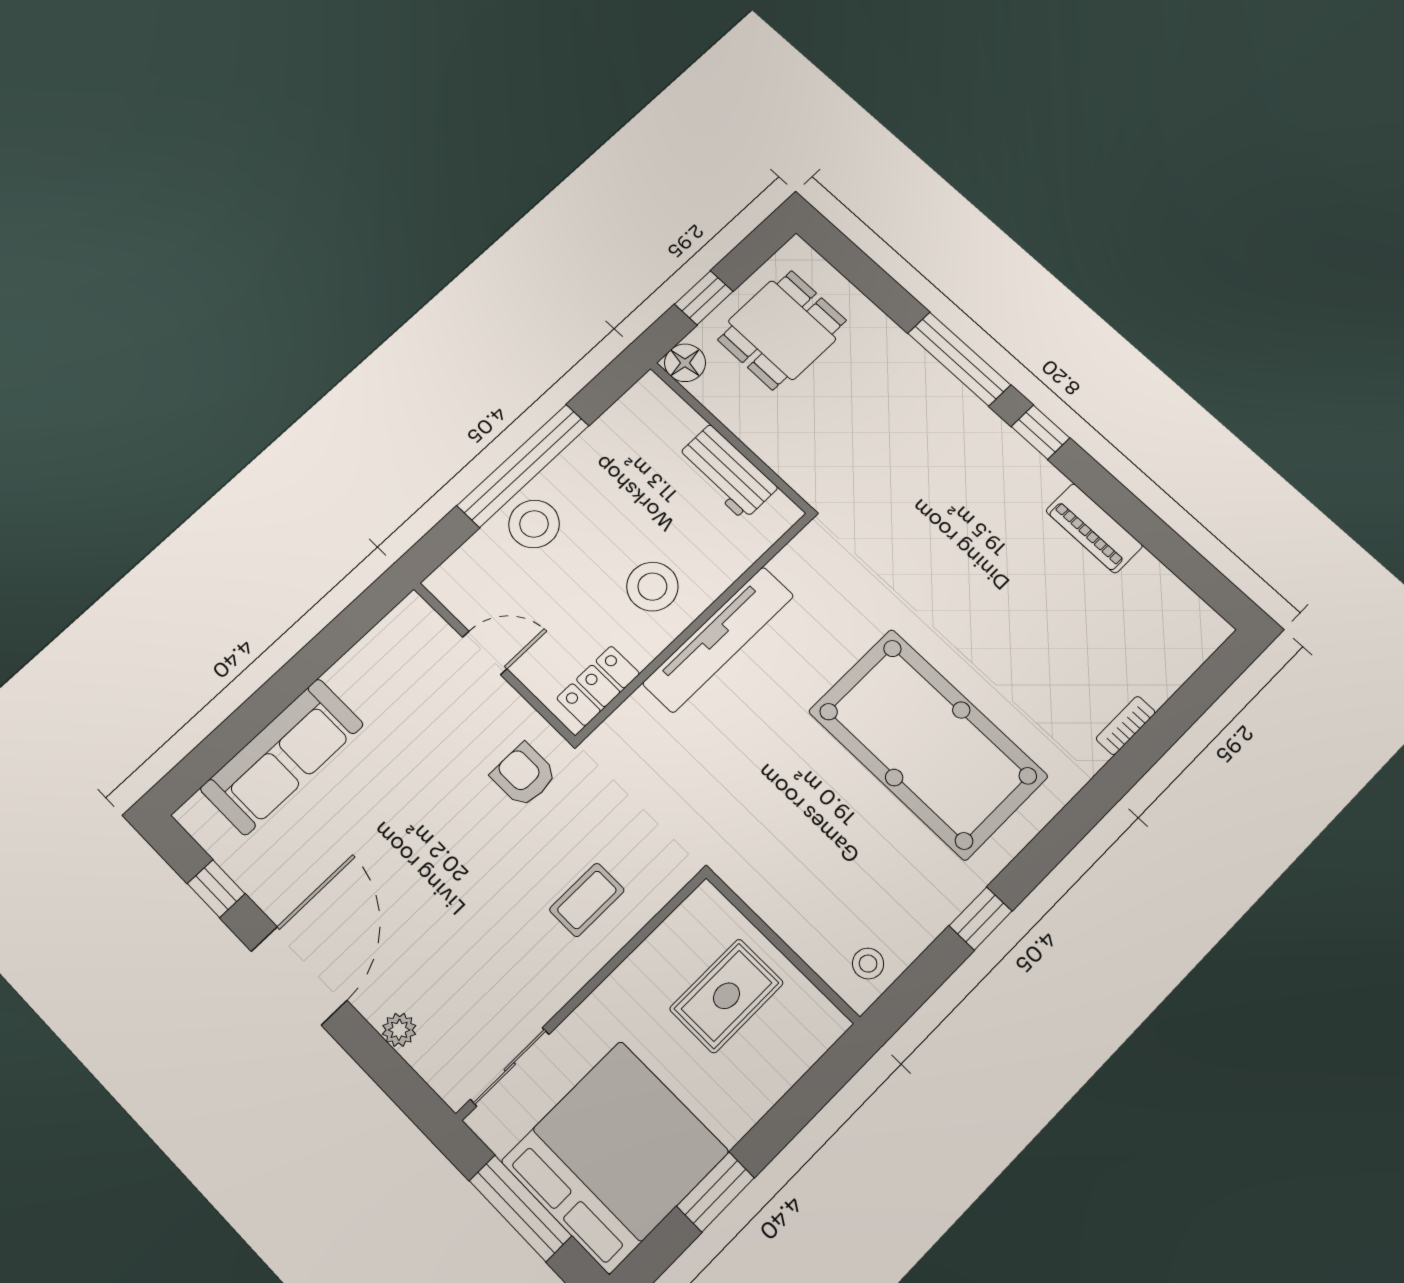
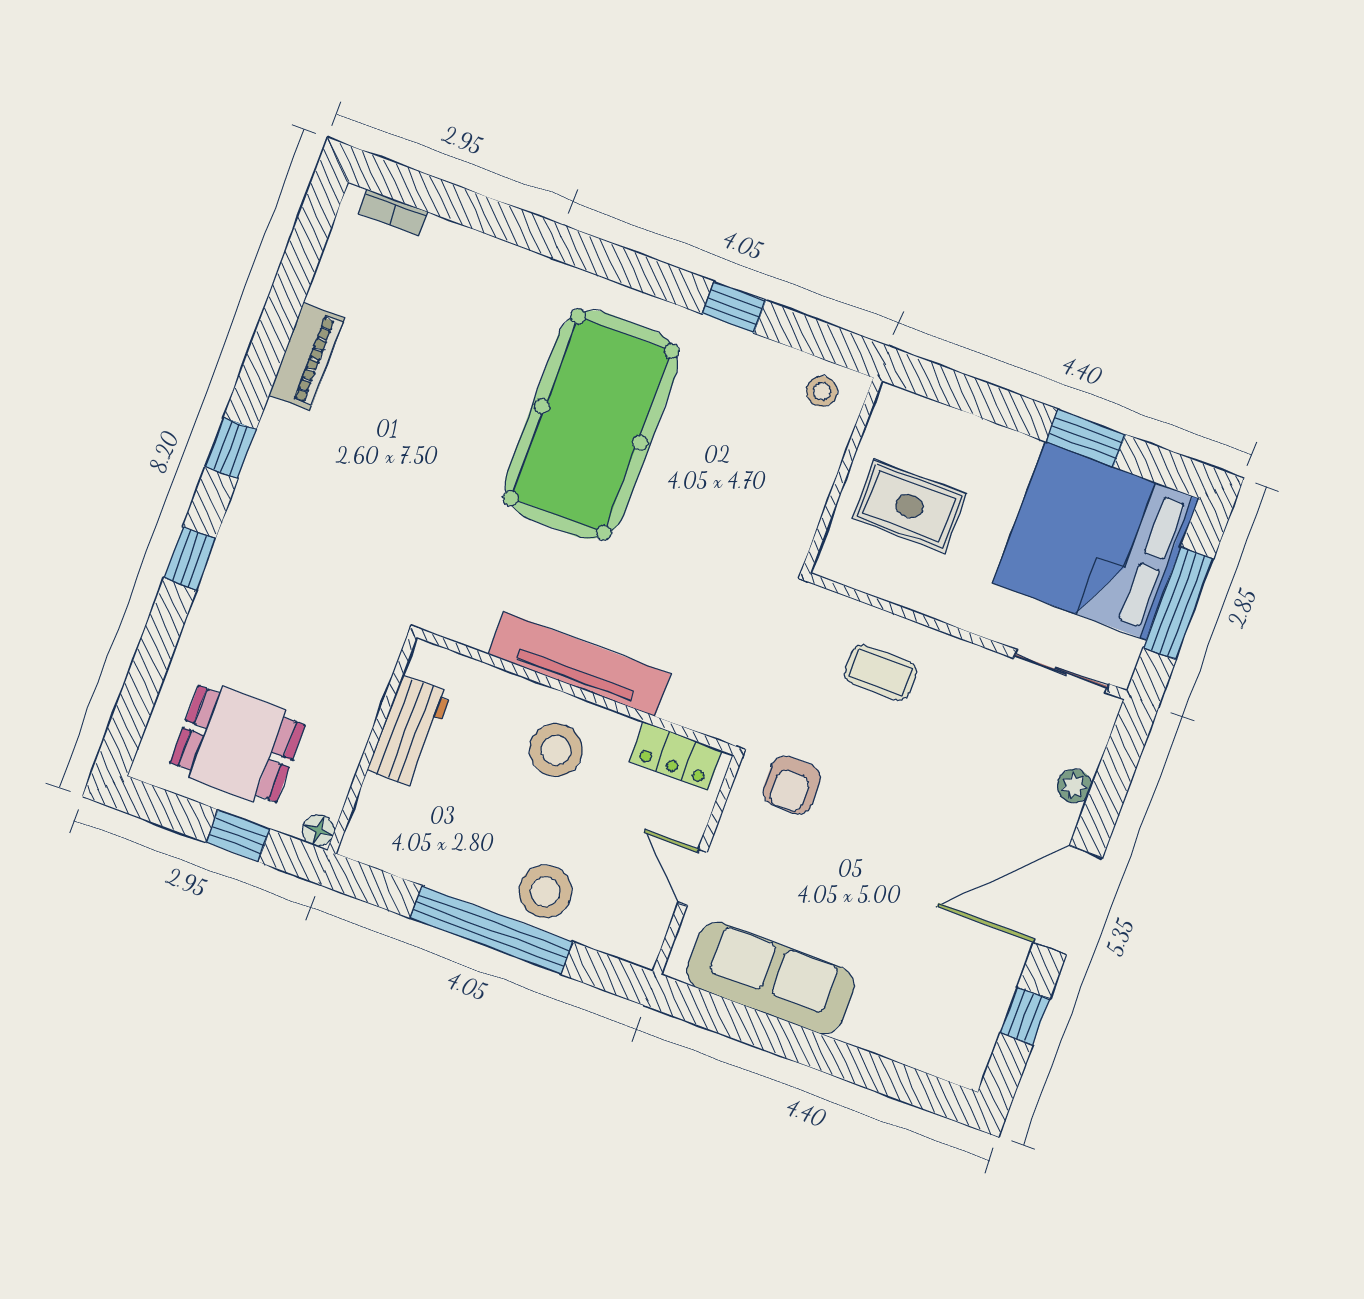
window: (959, 359) -> (190, 558), width x0.46
floor lamp: (685, 363) -> (318, 830), width x0.73, depth x0.73
bookcase: (1126, 725) -> (393, 213), moved
sofa: (282, 757) -> (771, 978), moved

